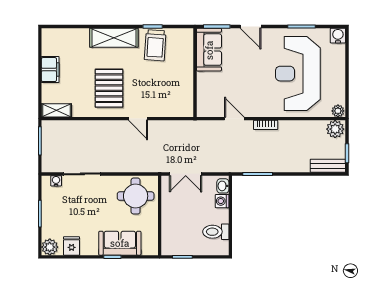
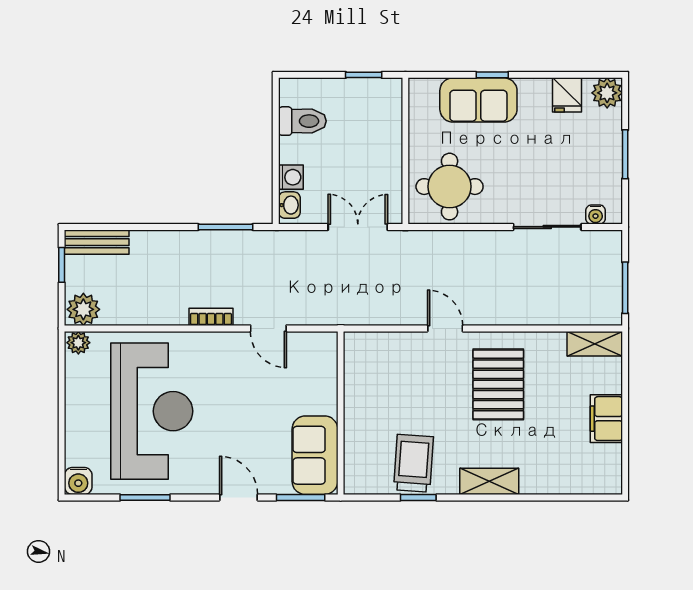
shelving: (114, 38) -> (489, 481), width x0.67, depth x0.75

